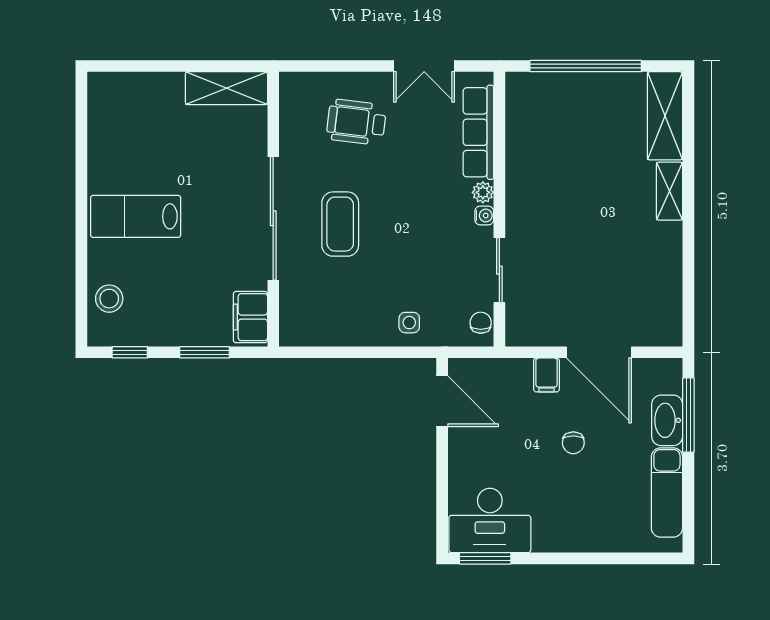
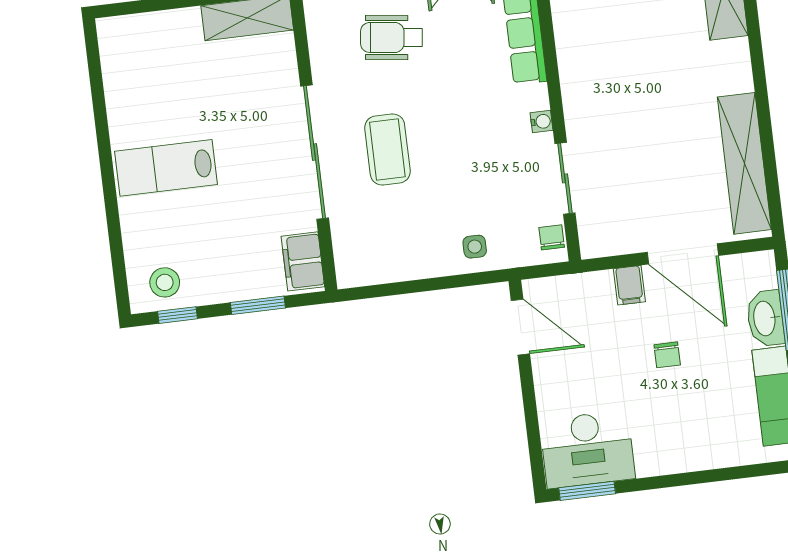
shelving: (670, 191) -> (744, 163), moved, width x2.20, depth x1.33
plant: (483, 192) -> (537, 97), removed
stool: (109, 299) -> (165, 282), moved

